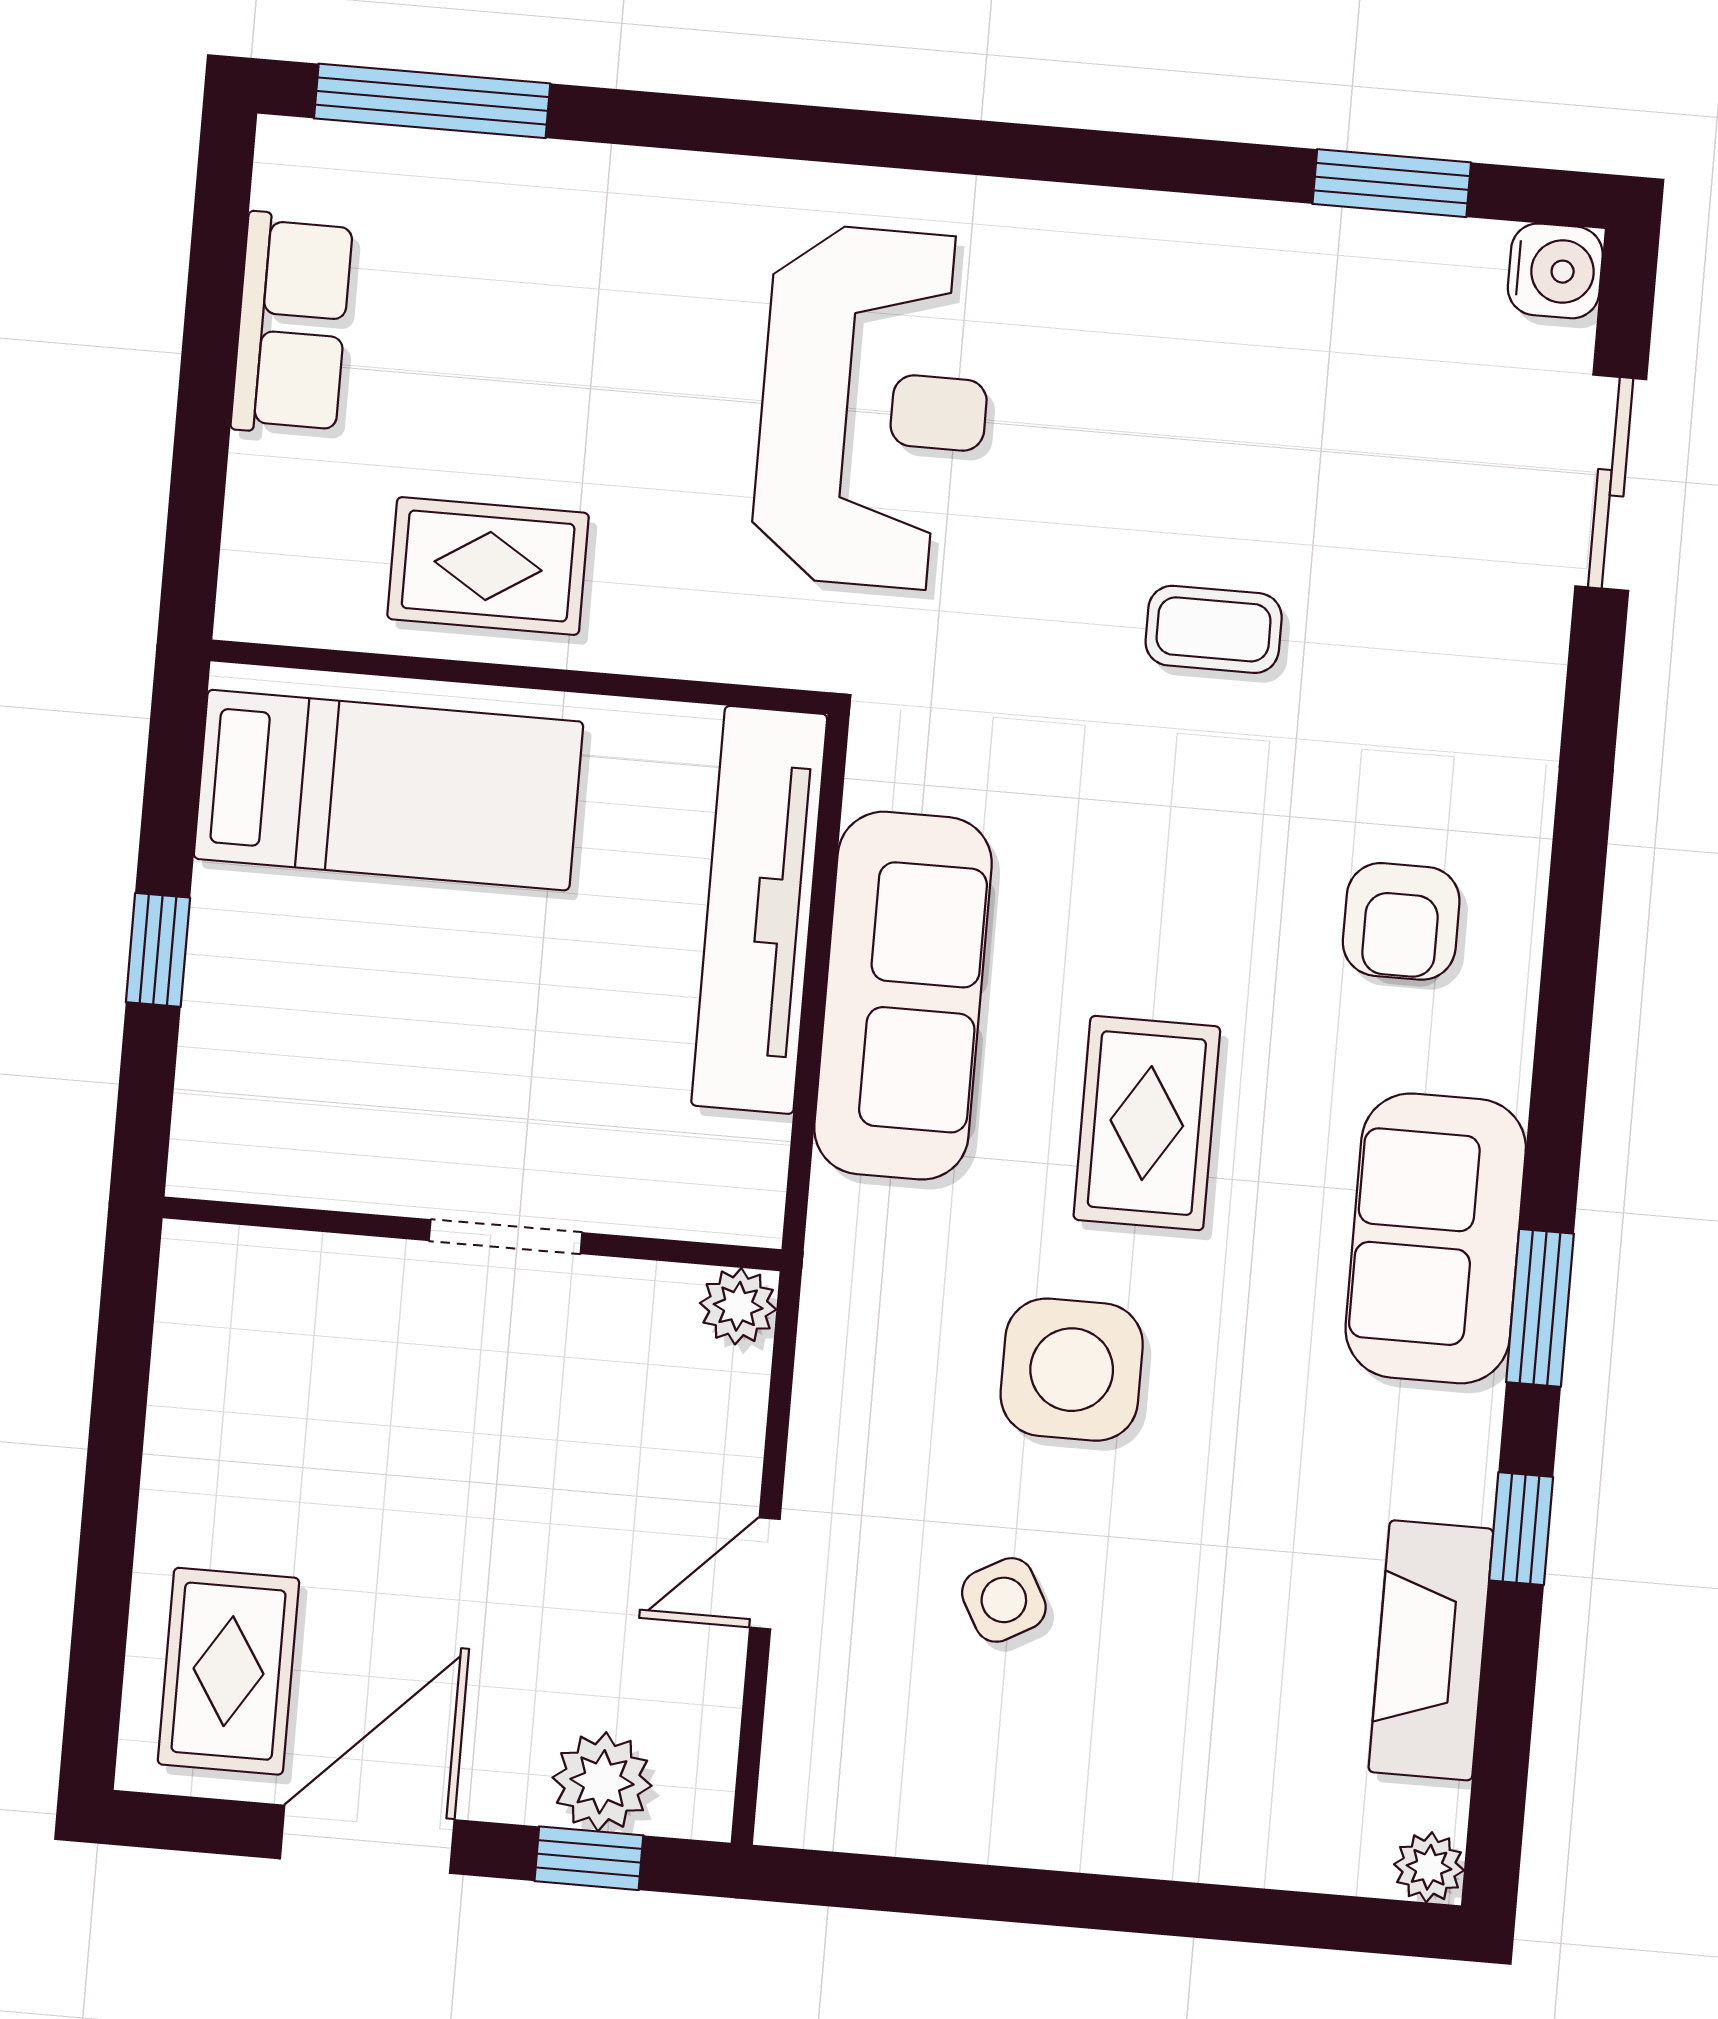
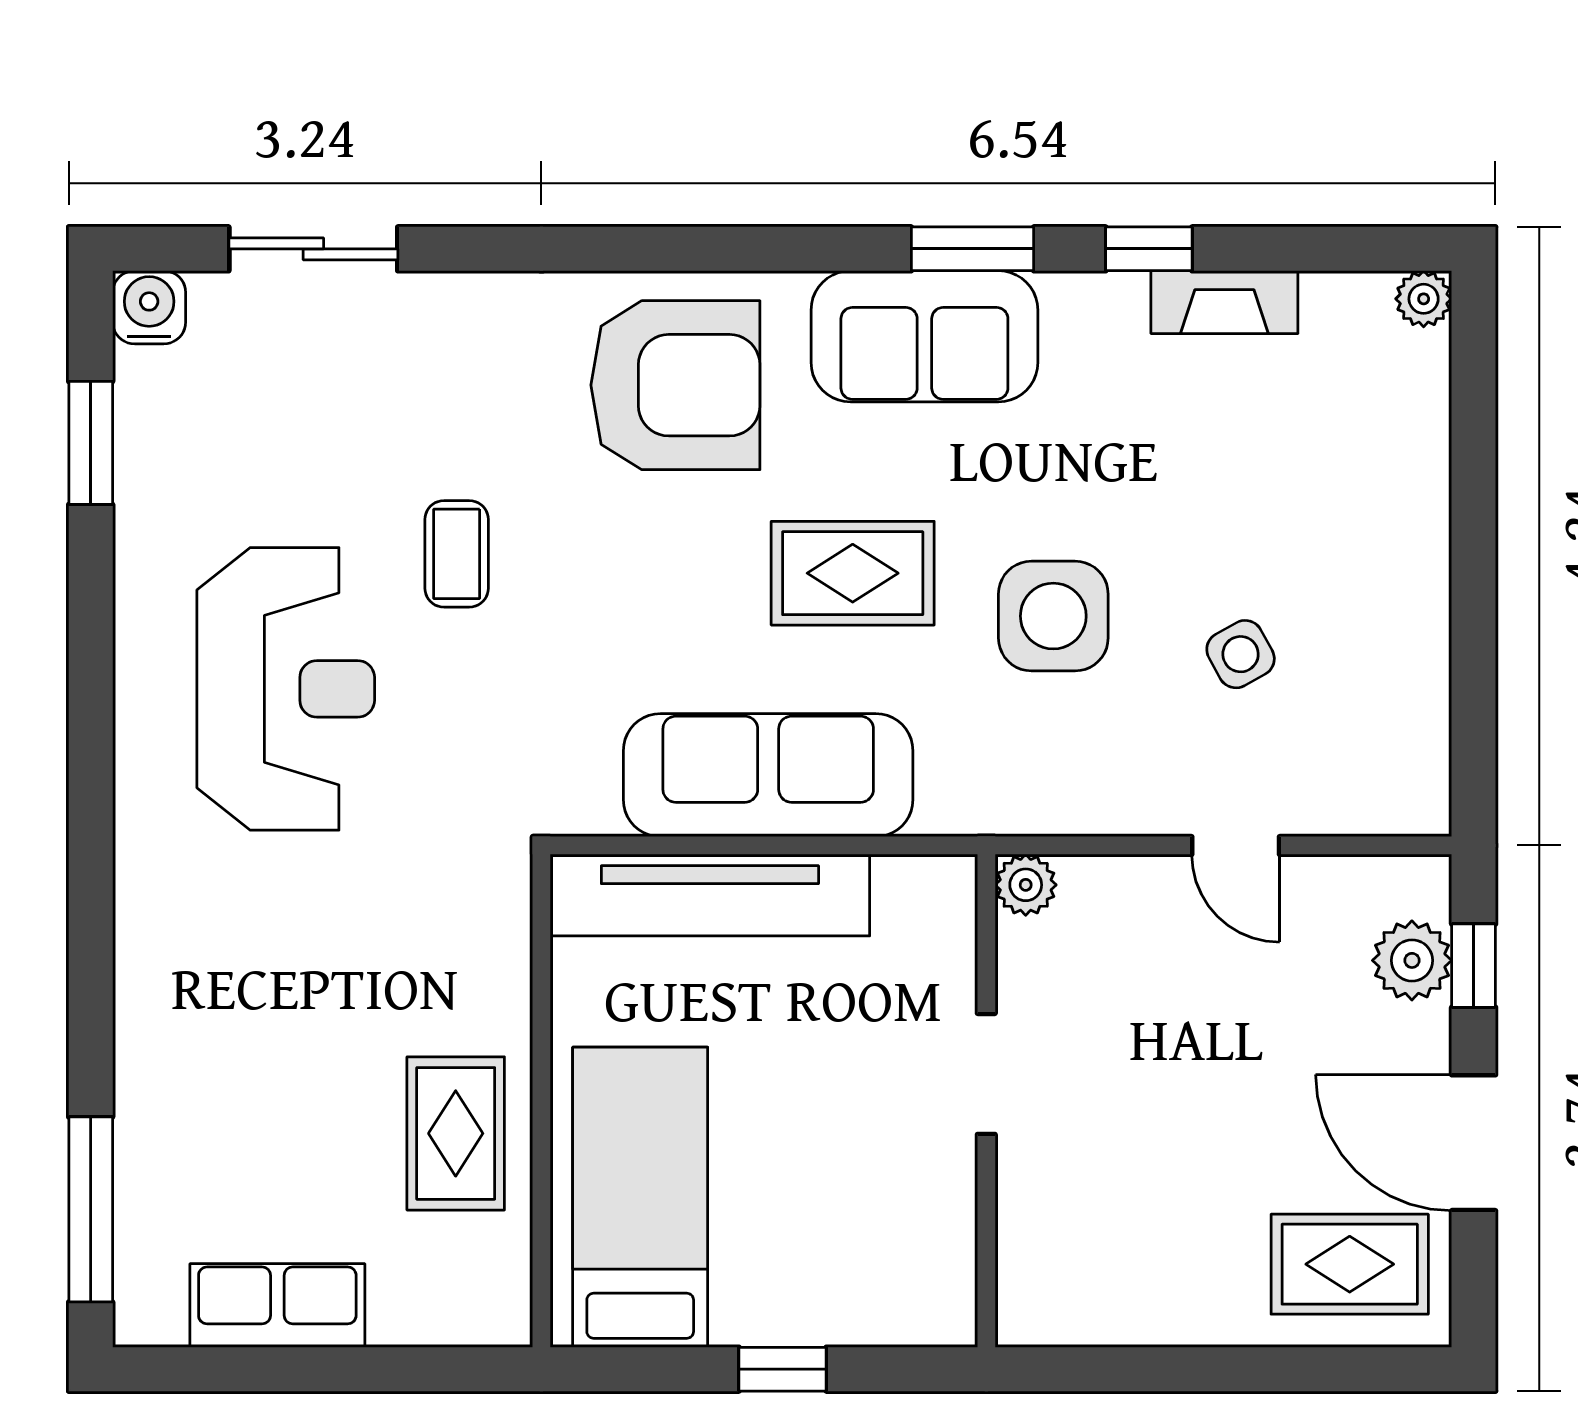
reception desk: (874, 407) -> (286, 689), moved, turned 90
armchair: (1401, 921) -> (675, 385), width x1.88, depth x1.88
fireplace: (1431, 1650) -> (1224, 302), width x0.73, depth x0.76

